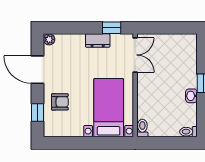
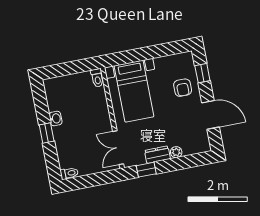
plant: (49, 39) -> (176, 152), moved
armchair: (60, 102) -> (183, 88), turned -90
toilet: (188, 132) -> (69, 173), moved

